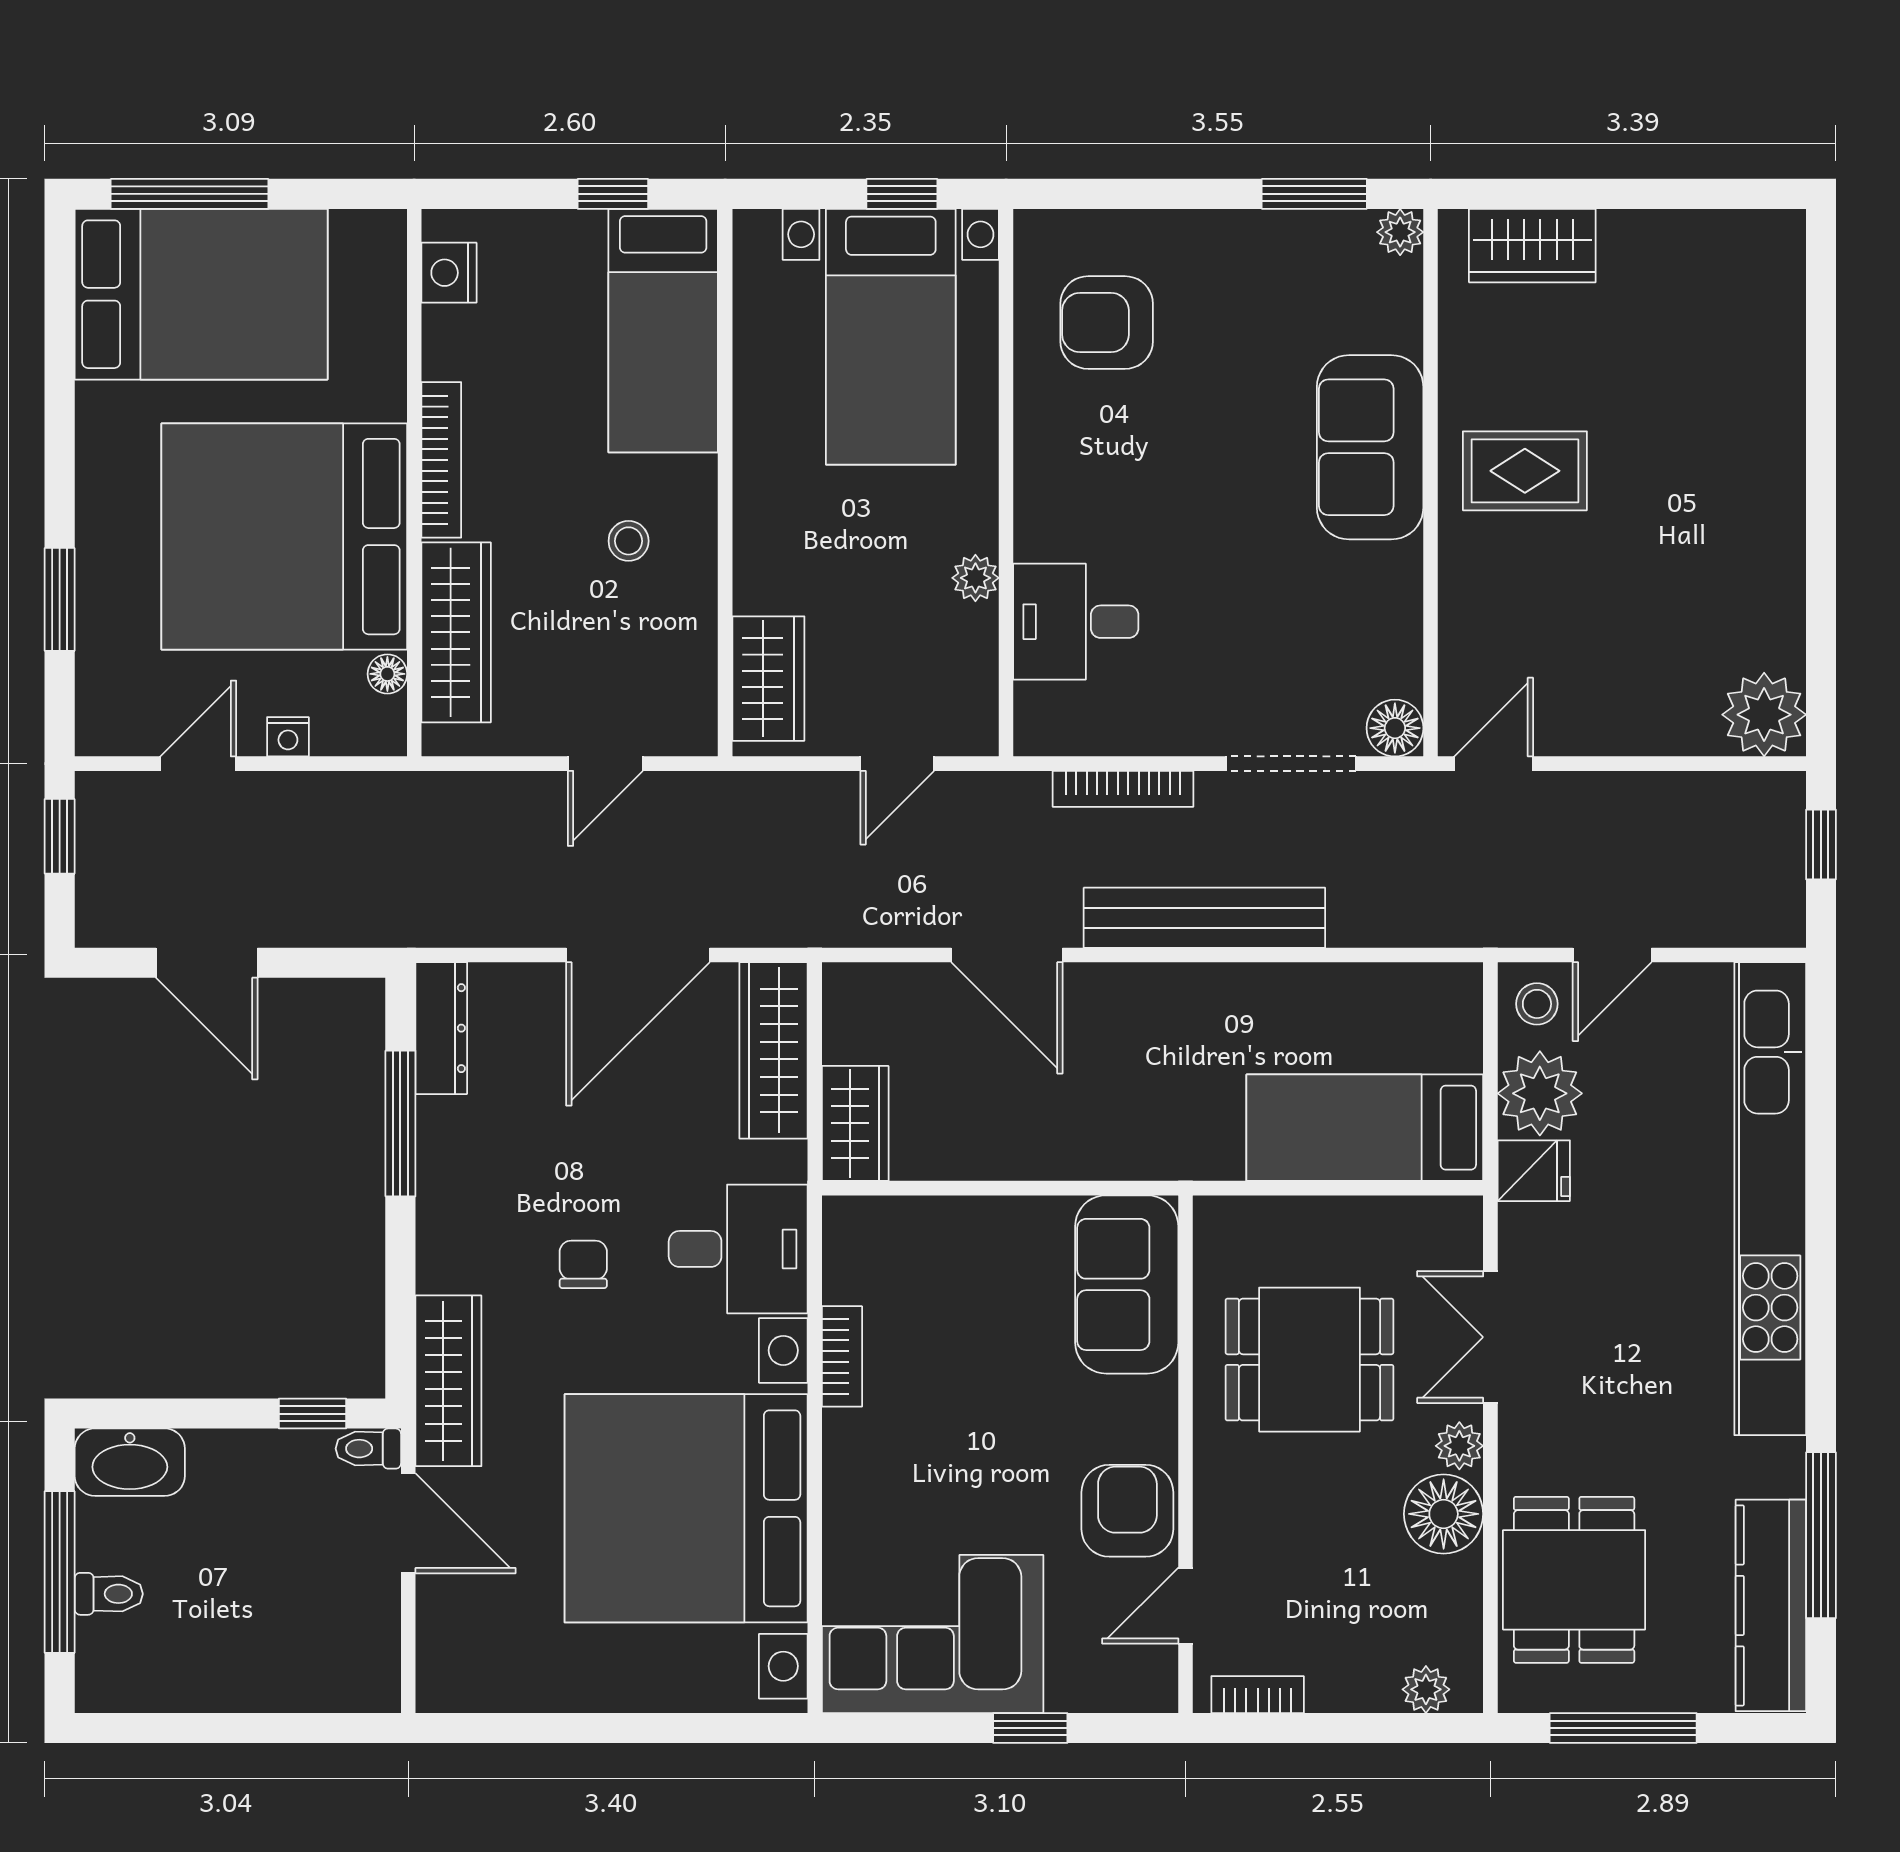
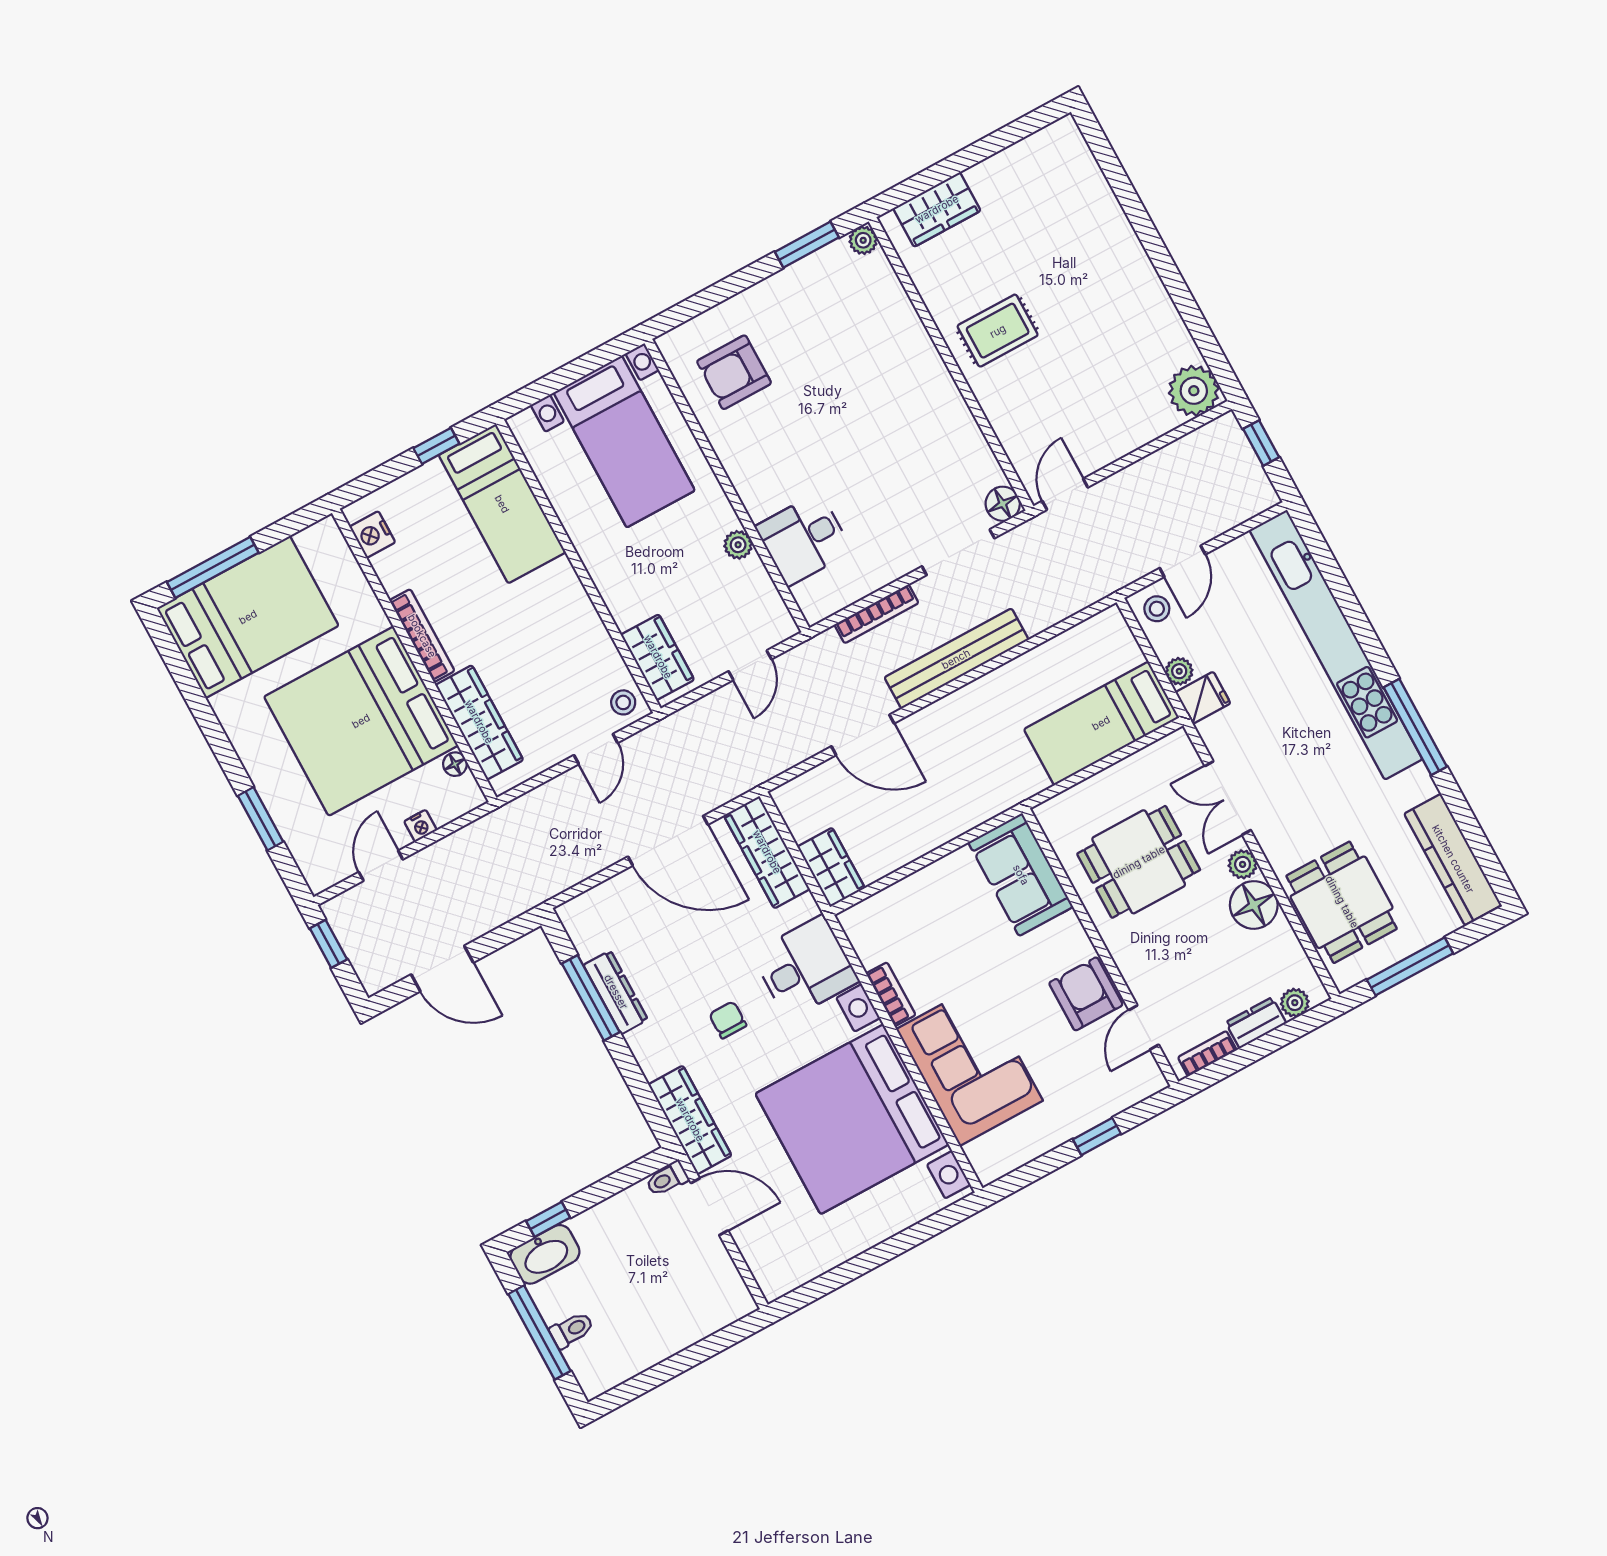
window: (902, 194) -> (589, 363), removed
sofa: (1370, 447) -> (909, 363), removed
stool: (629, 541) -> (623, 702), moved
door: (638, 955) -> (668, 841), hinge flipped
dresser: (441, 1028) -> (616, 992), moved
plant: (1540, 1093) -> (1179, 671), width x0.53, depth x0.53
window: (312, 1414) -> (548, 1219), moved
window: (1821, 1535) -> (1415, 727), moved
corner sofa: (933, 1634) -> (970, 1065), moved, turned 90
dresser: (1353, 1688) -> (1256, 1023), added

